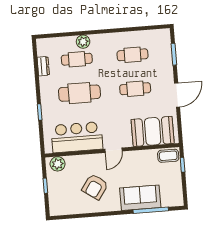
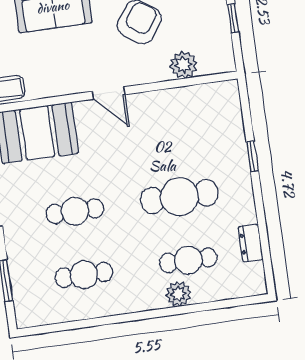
bar counter: (77, 137) -> (179, 113), removed
door: (114, 150) -> (109, 93), swing flipped
plant: (58, 164) -> (183, 65), moved

